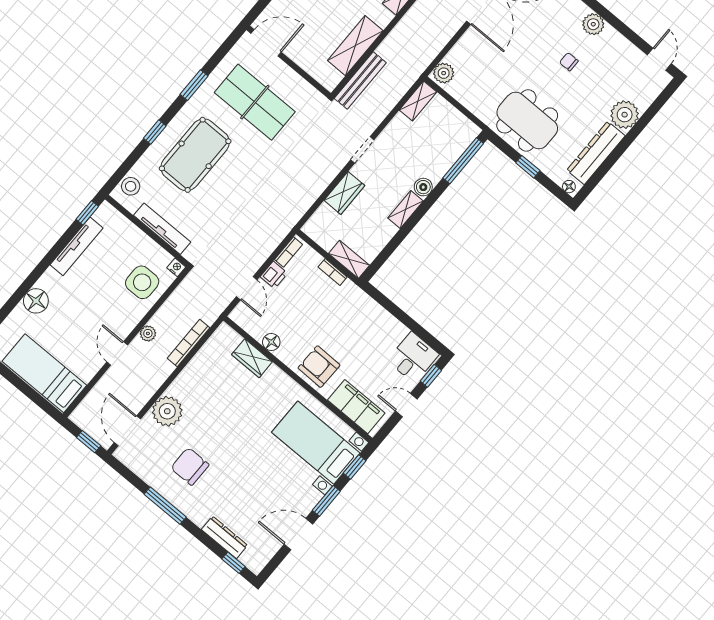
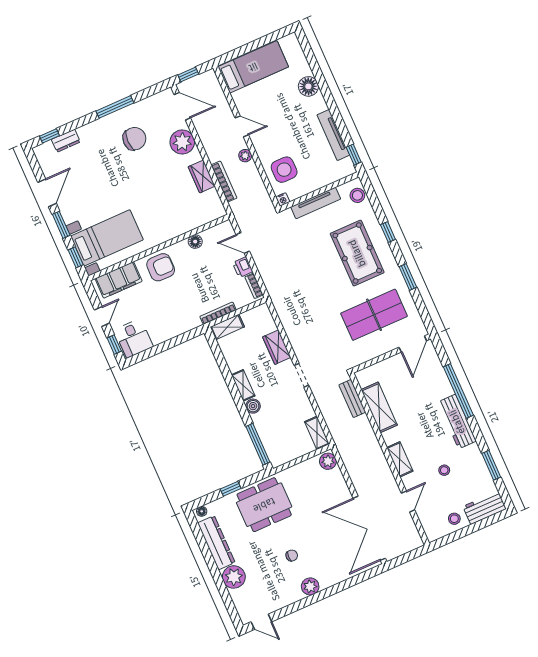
bench: (360, 80) -> (352, 398), width x0.73
bookcase: (333, 272) -> (218, 313), width x1.56
wardrobe: (252, 358) -> (202, 176), moved, turned -90
dresser: (224, 537) -> (66, 141), width x0.70

